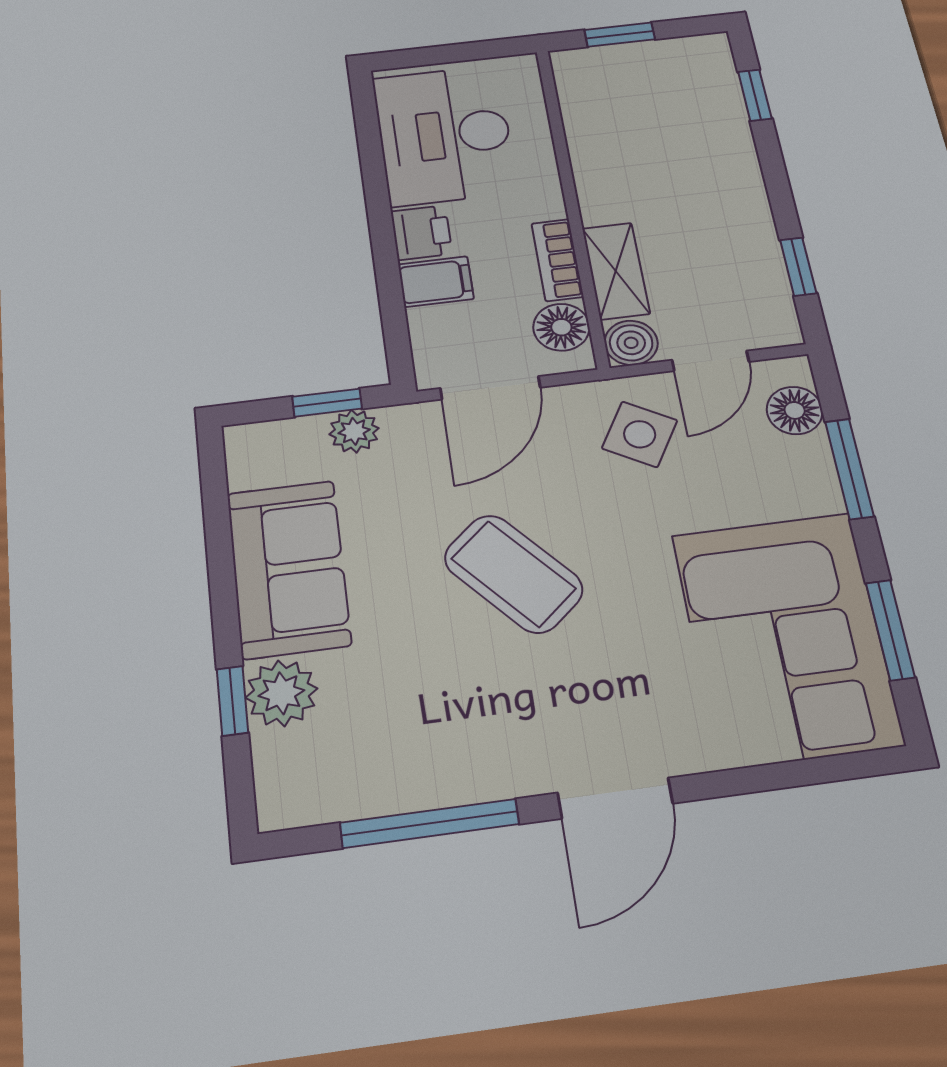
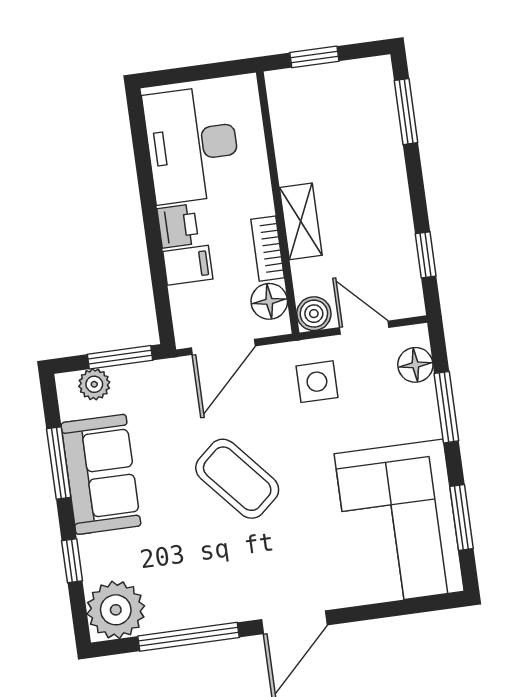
window: (755, 95) -> (406, 112), width x1.50
shelving: (616, 271) -> (301, 221), moved
door: (711, 361) -> (364, 328), swing flipped
window: (327, 403) -> (120, 357), width x1.50
plant: (354, 431) -> (94, 384), moved
side table: (640, 434) -> (317, 382), turned -30
window: (220, 552) -> (59, 463), added
plant: (281, 693) -> (116, 610), moved, width x1.36, depth x1.36

